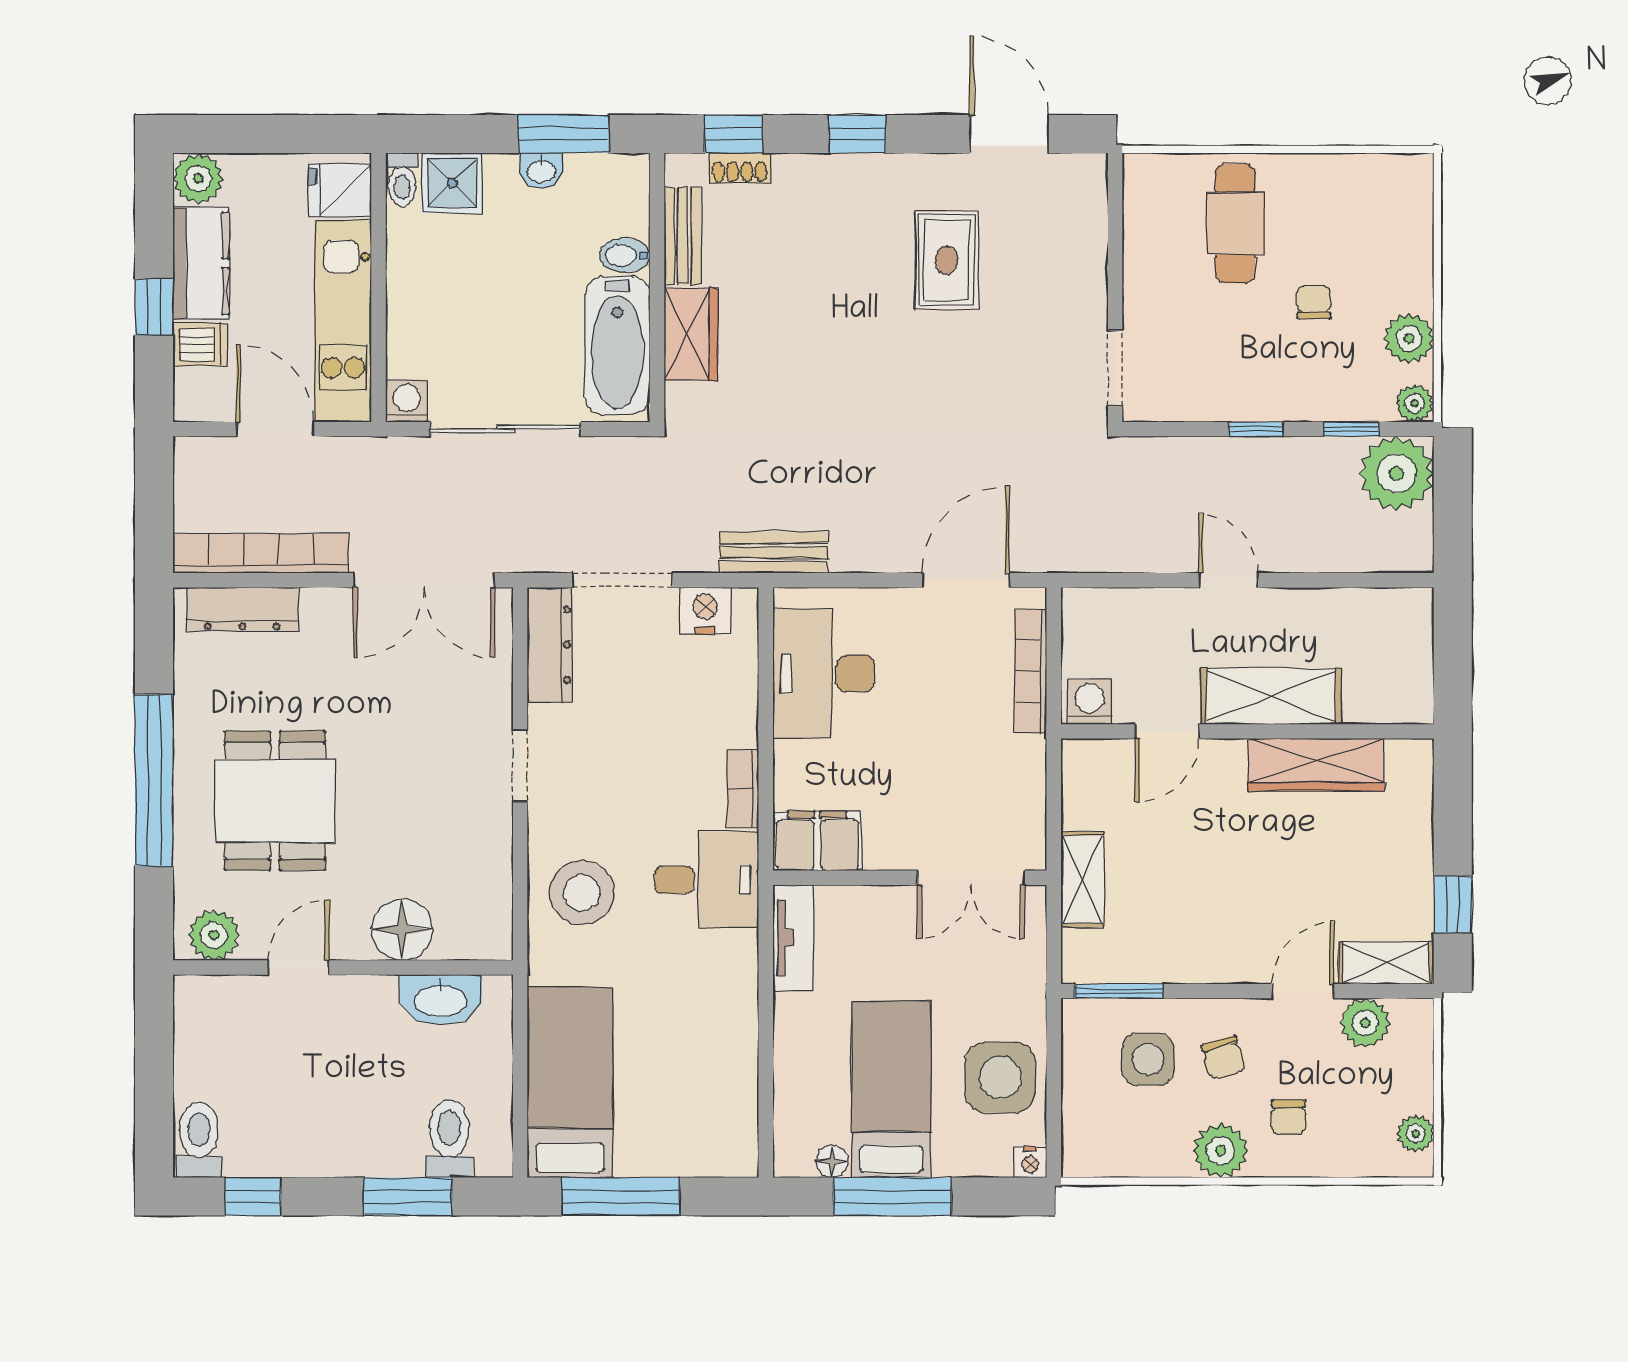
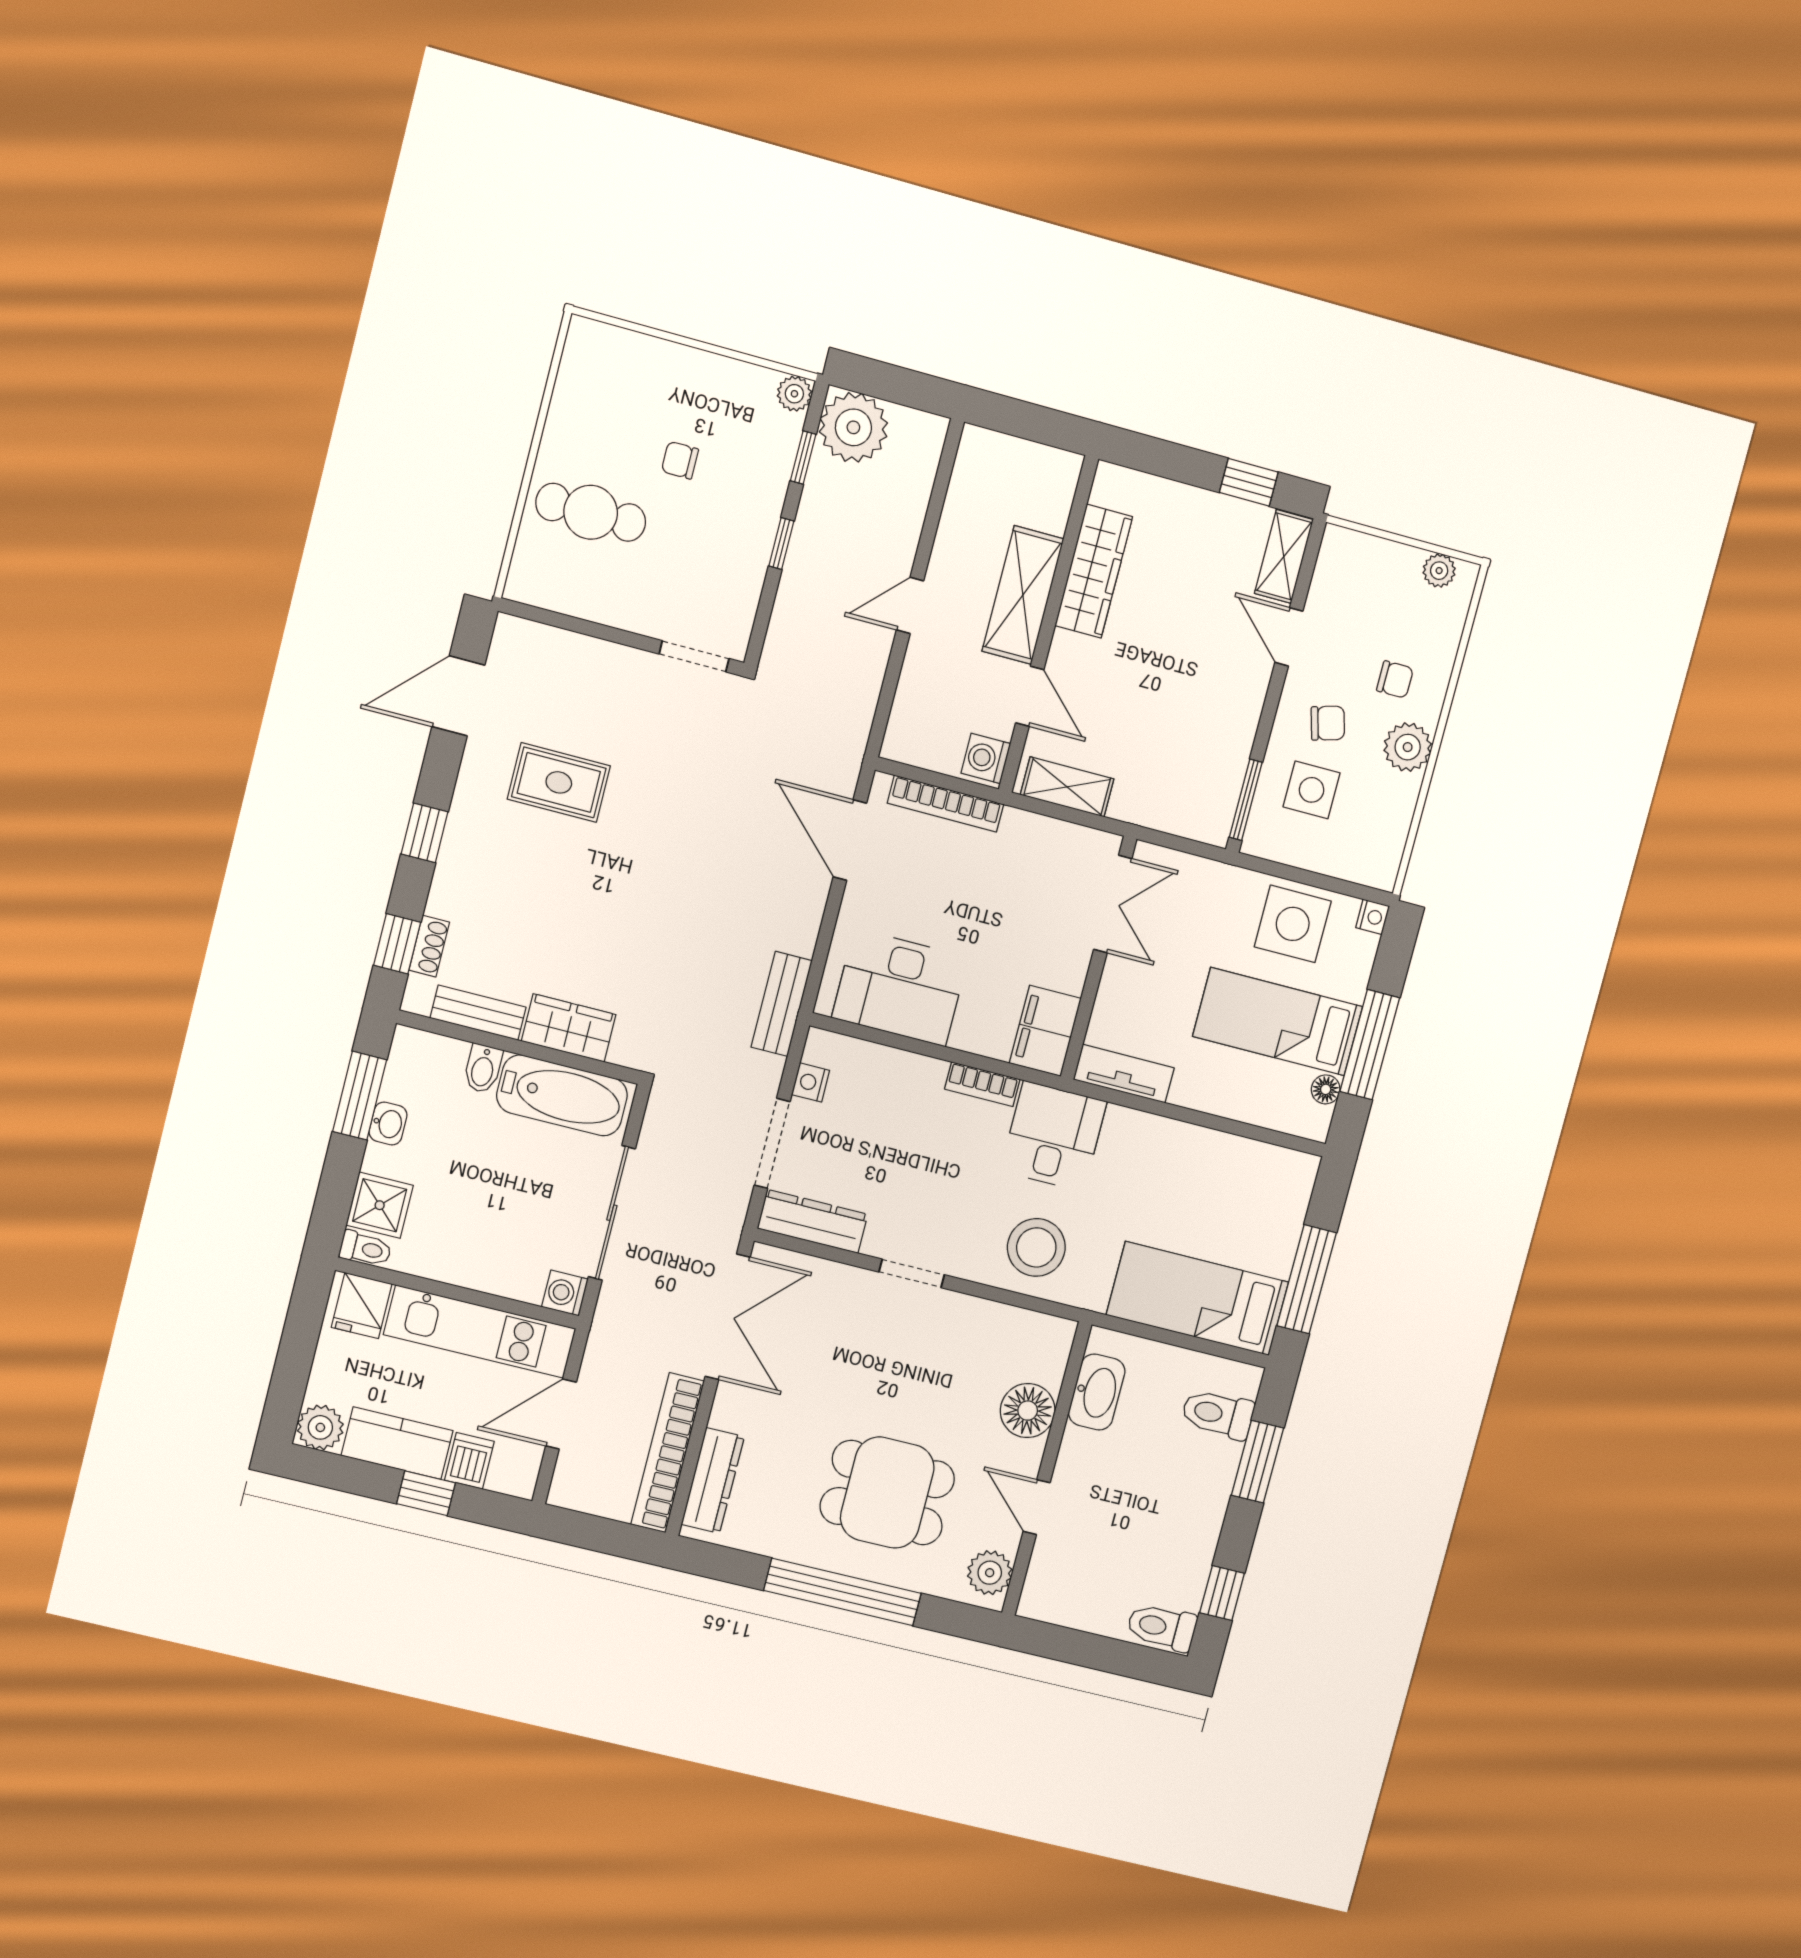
plant: (1409, 339) -> (735, 382), removed
nightstand: (705, 610) -> (810, 1082), width x0.72, depth x0.74
shelving: (1082, 879) -> (1067, 787), moved
plant: (1365, 1023) -> (1331, 589), removed

